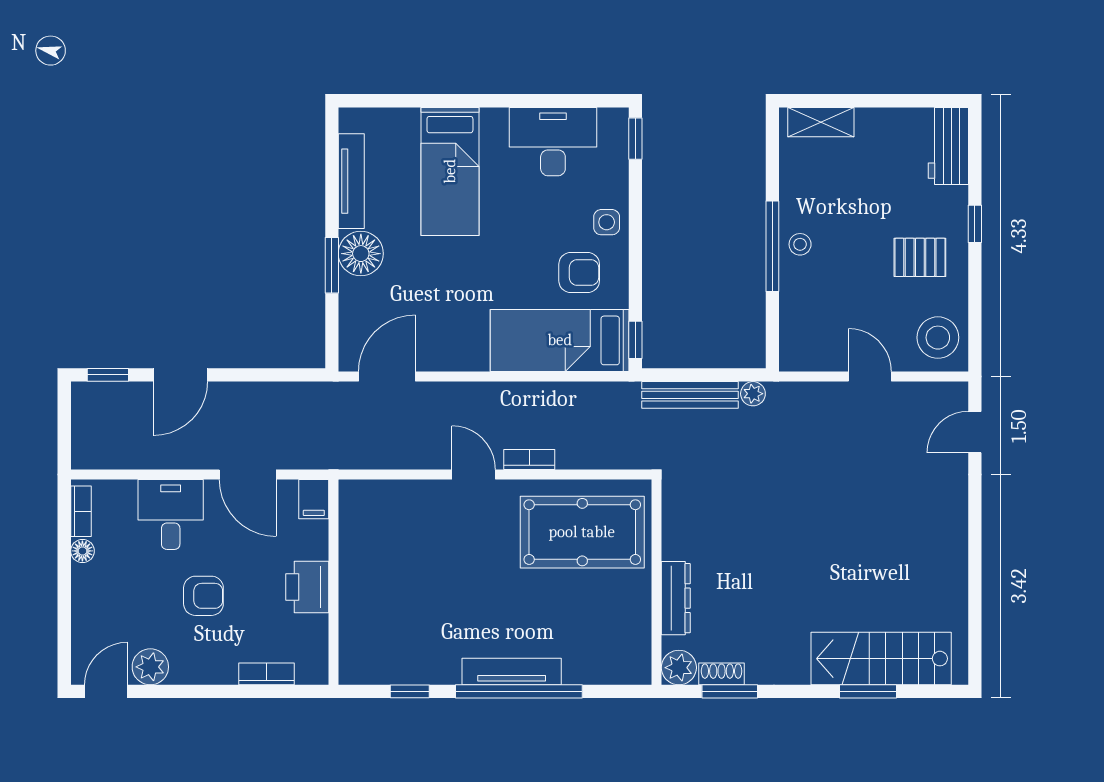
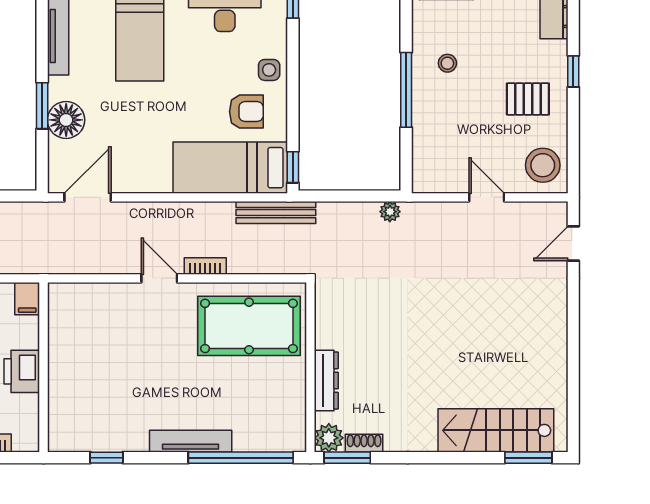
stool: (800, 244) -> (447, 63), moved
floor lamp: (361, 254) -> (66, 120), moved
bench: (690, 395) -> (276, 213), moved
window: (519, 691) -> (241, 458), moved
window: (730, 691) -> (347, 458), moved
window: (868, 691) -> (528, 458), moved

